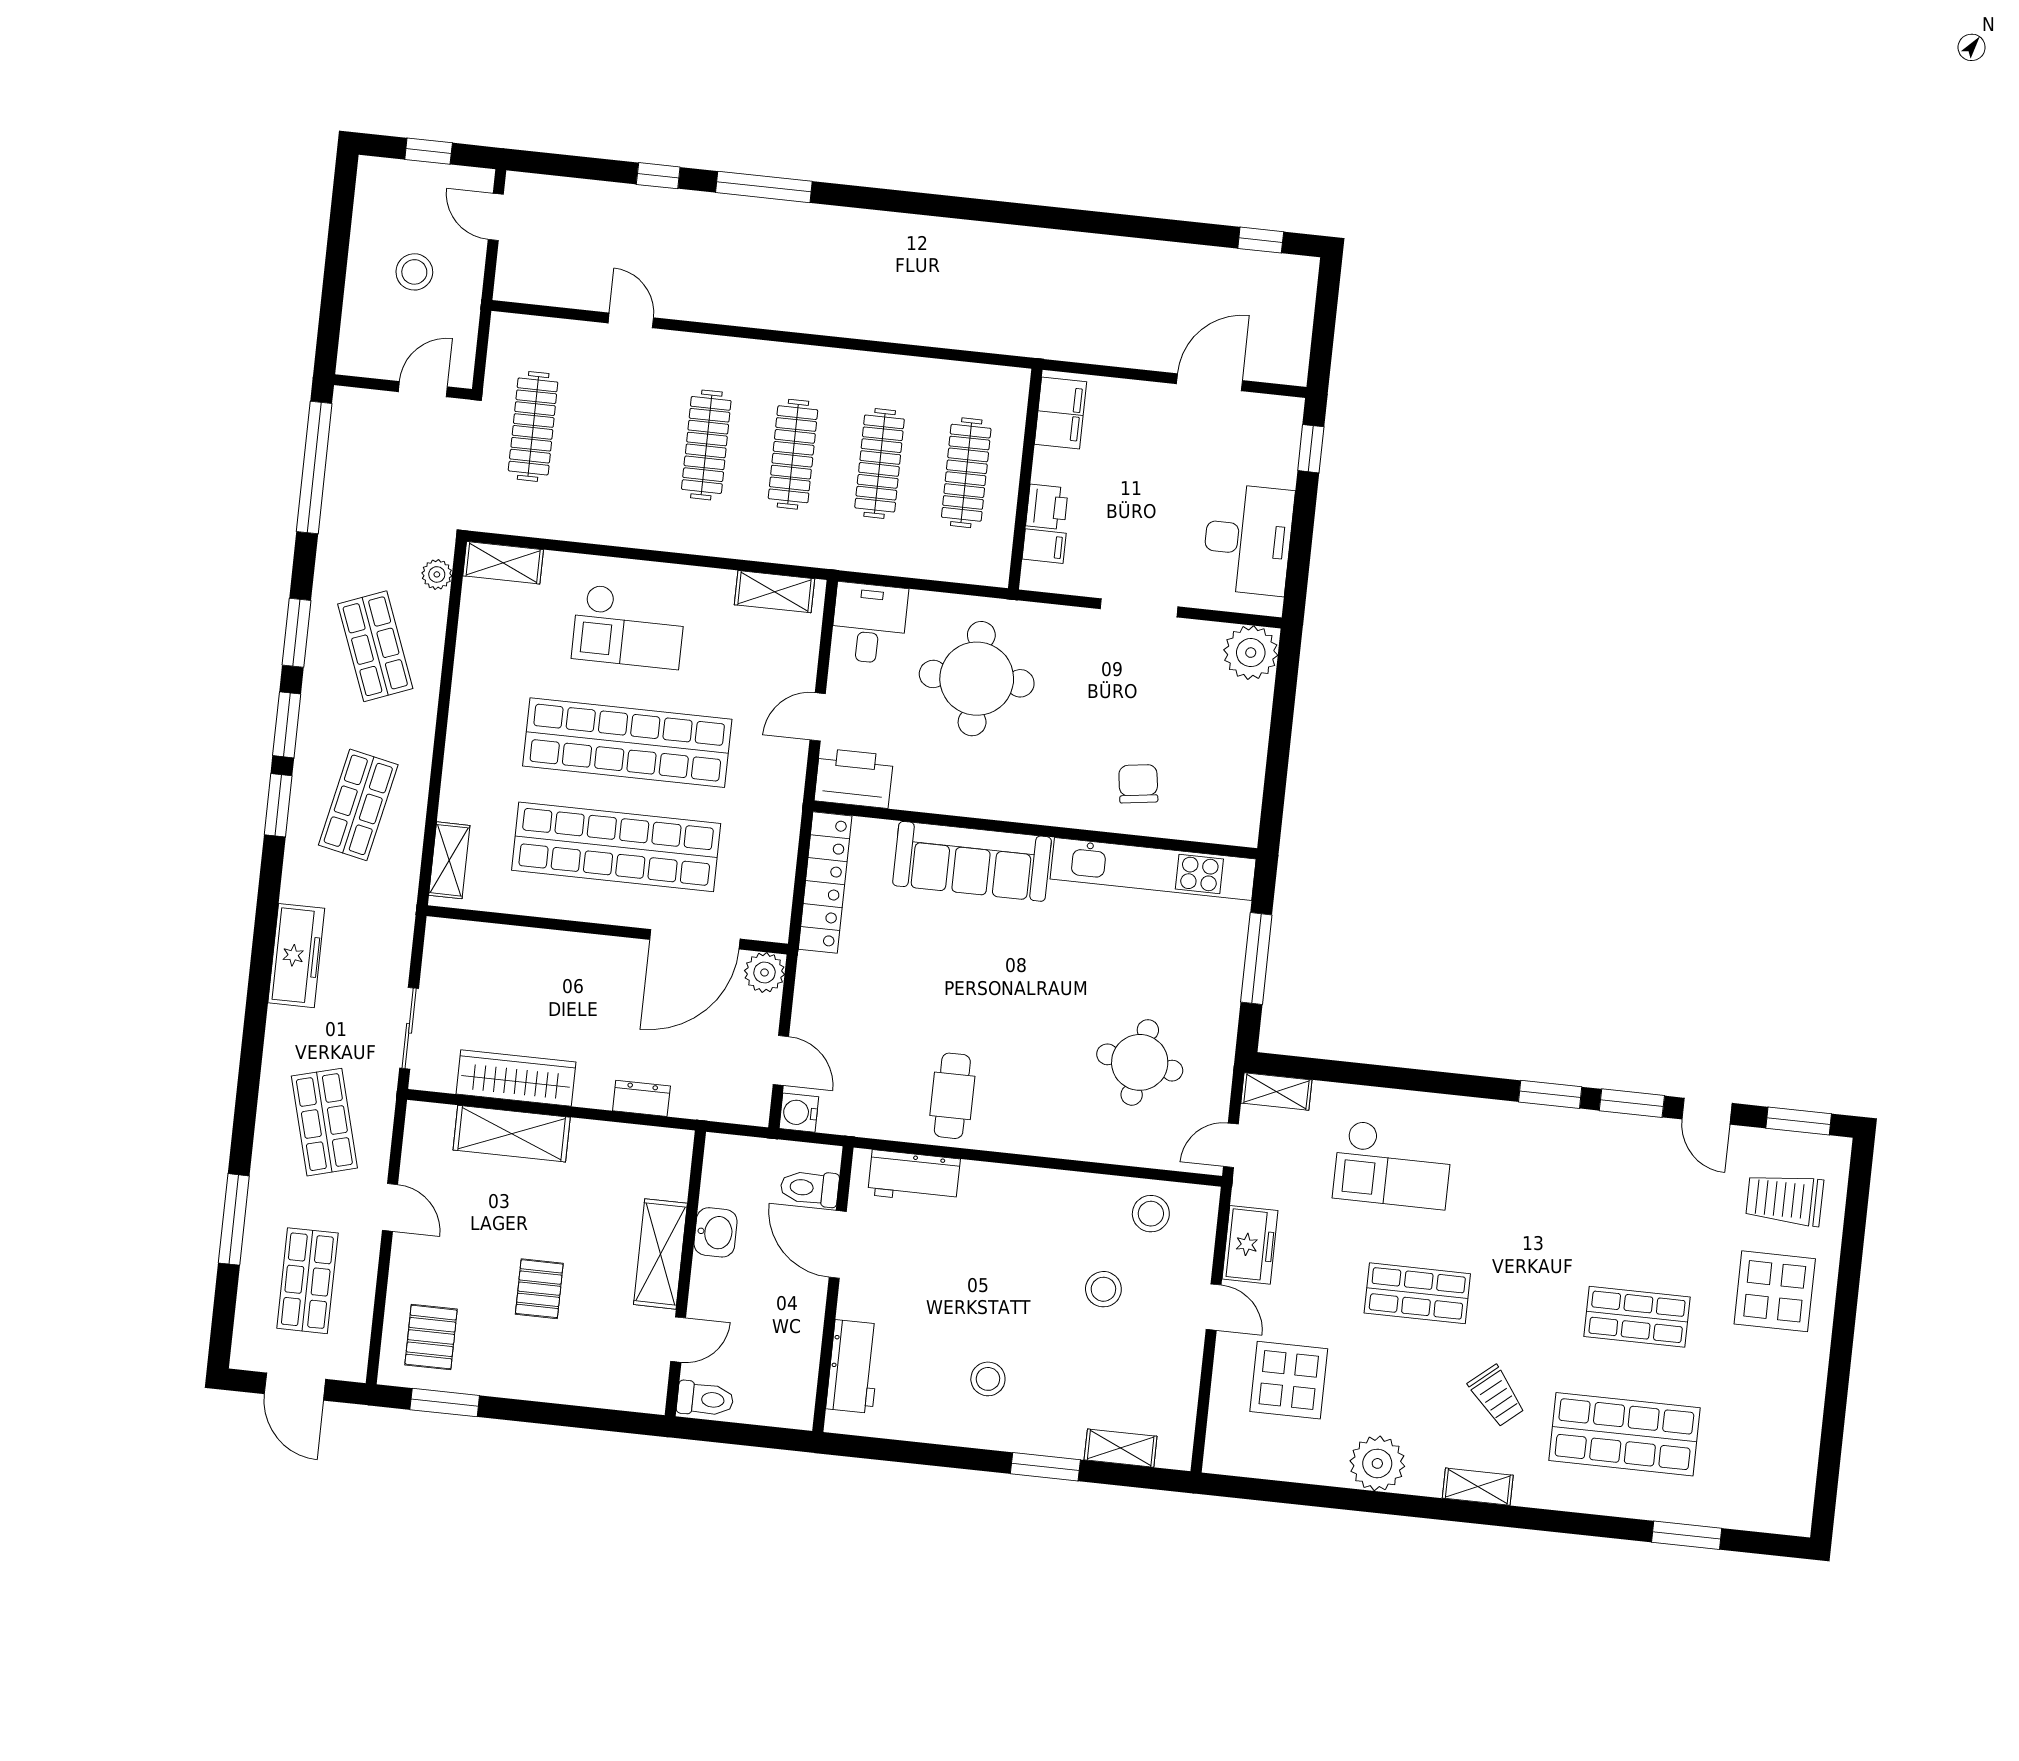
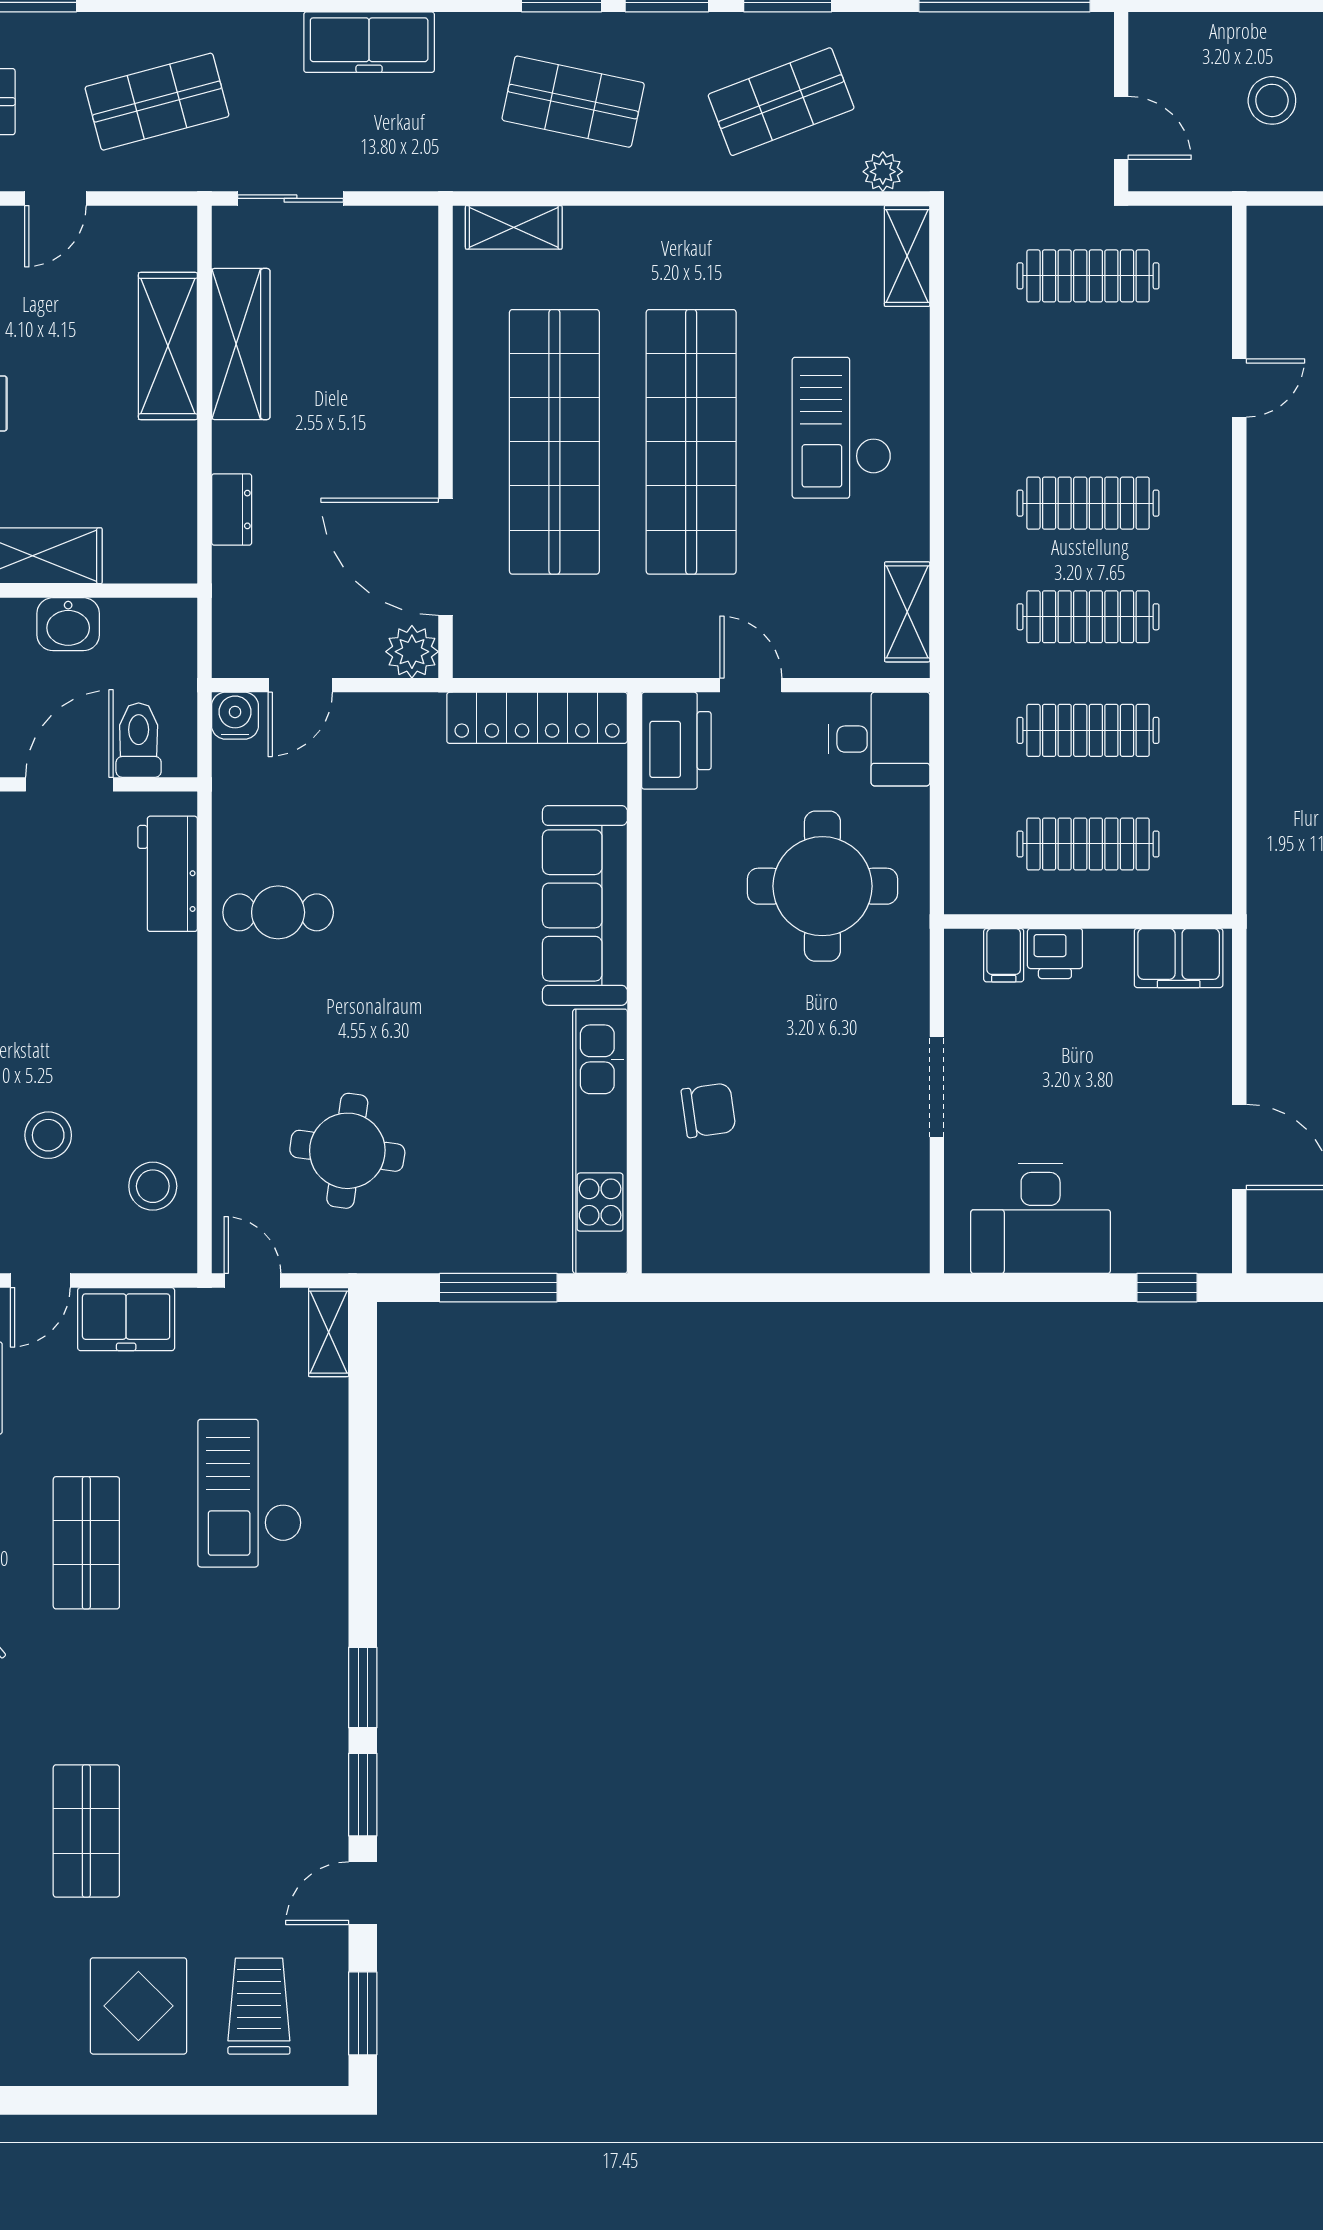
plant: (1251, 653) -> (894, 1238), removed

